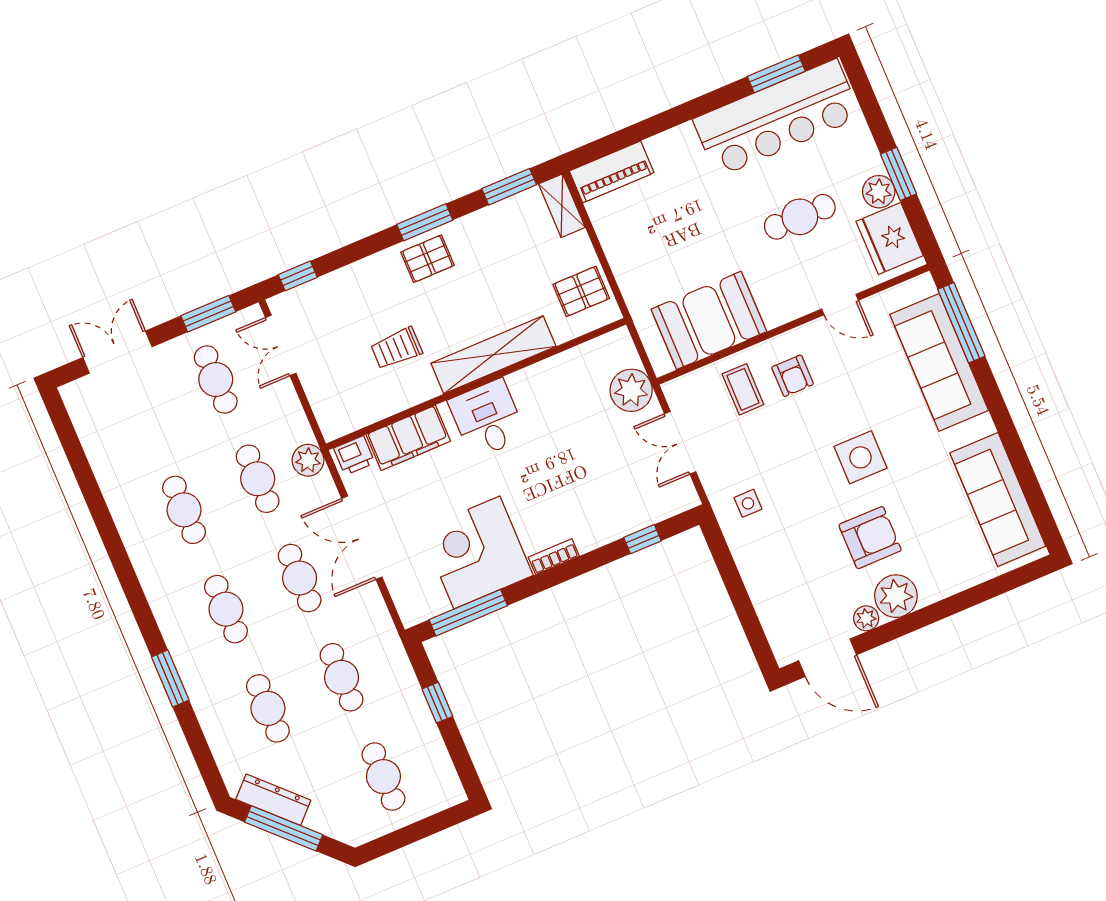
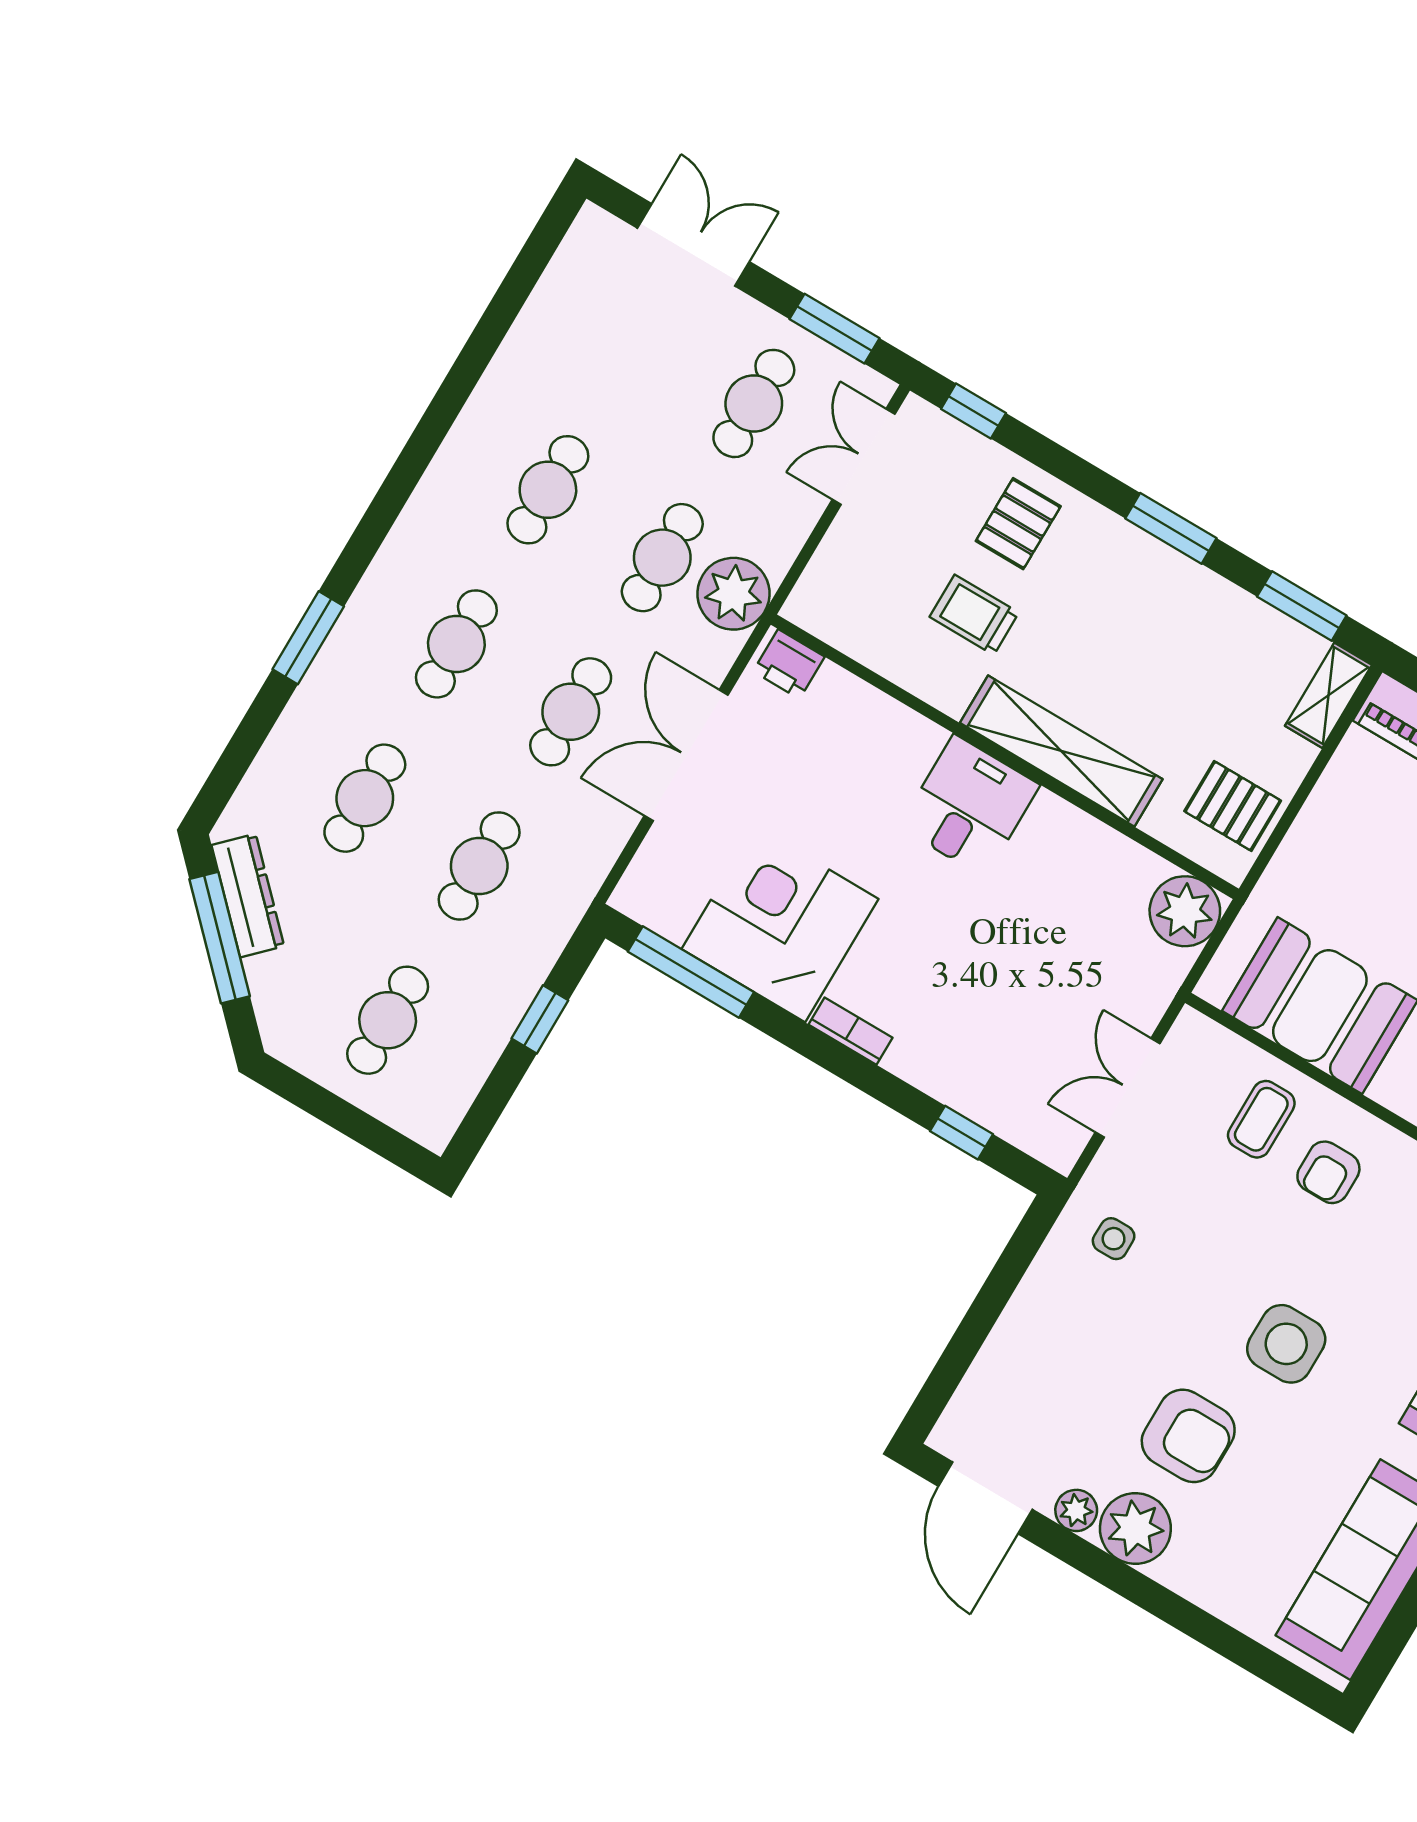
pallet: (427, 259) -> (1018, 524), moved, turned 90
plant: (631, 390) -> (1185, 911), moved
filing cabinet: (408, 438) -> (866, 719), removed
plant: (308, 460) -> (733, 594), width x1.36, depth x1.36

